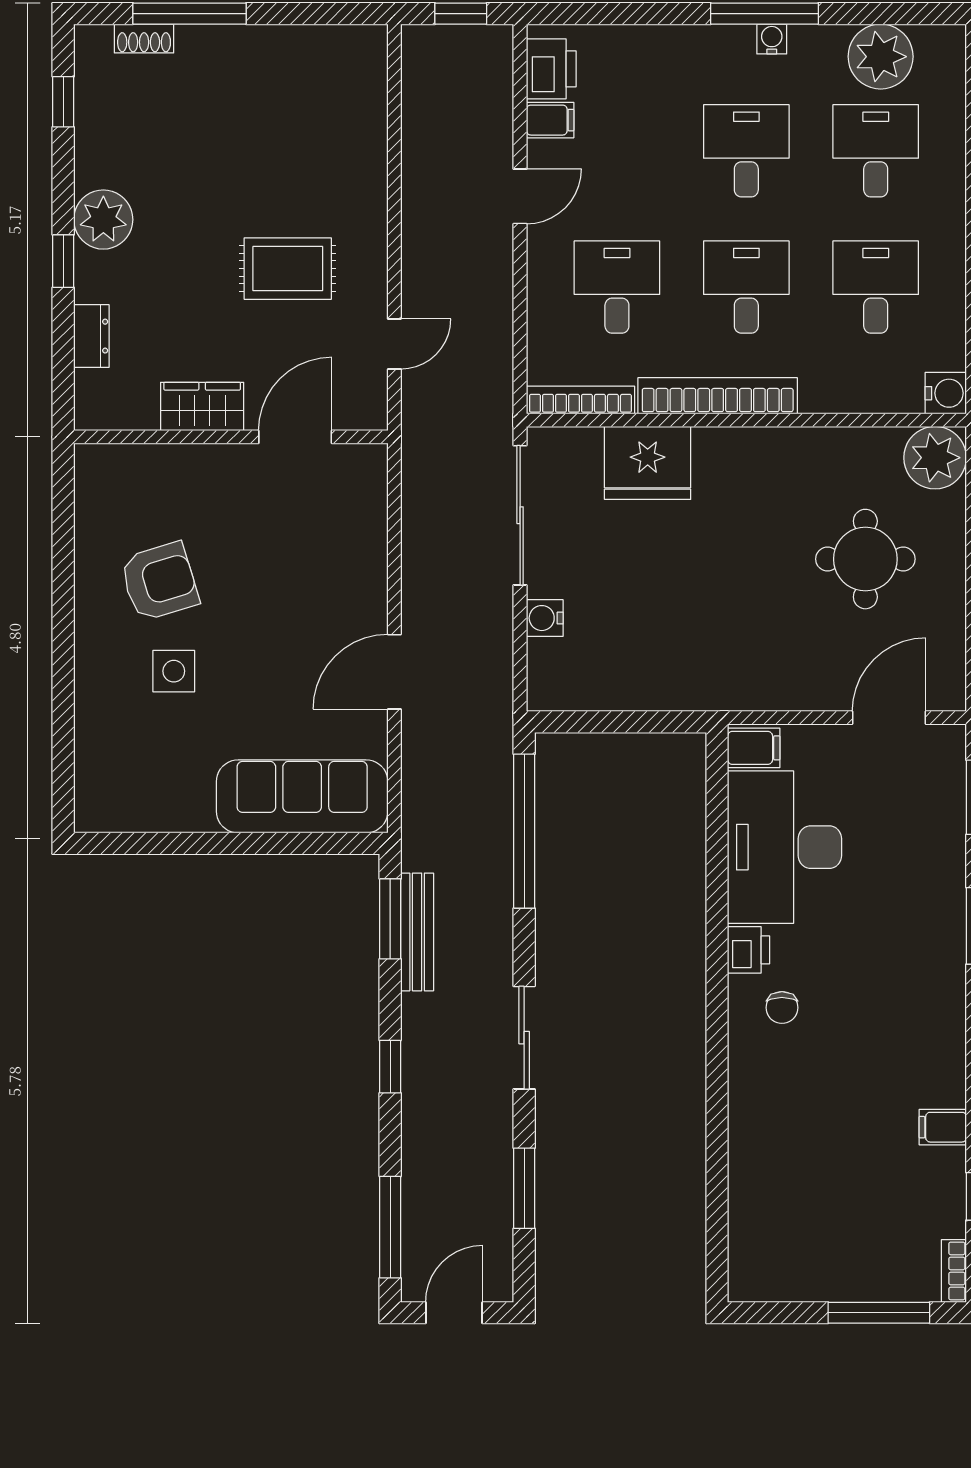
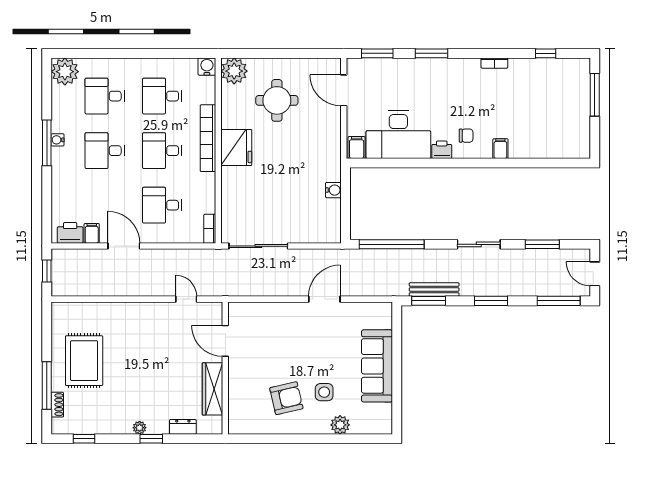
plant: (881, 57) -> (65, 72), moved
door: (520, 196) -> (124, 246), width x1.37
plant: (103, 220) -> (140, 428), width x0.53, depth x0.53
rug: (288, 269) -> (84, 361), moved, width x1.36, depth x1.43
bookcase: (718, 396) -> (208, 138), moved
bookcase: (580, 400) -> (210, 229), width x0.64
wardrobe: (202, 406) -> (213, 389), width x1.50
fridge: (648, 463) -> (236, 147), moved
armchair: (159, 582) -> (286, 398), turned 94
water cooler: (545, 618) -> (333, 190), moved, turned -90
door: (394, 672) -> (324, 299), swing flipped
plant: (96, 709) -> (340, 425), added
sofa: (302, 796) -> (377, 366), moved
window: (390, 1067) -> (491, 301), width x1.50
filing cabinet: (943, 1127) -> (500, 149), moved, turned 180
bookcase: (954, 1271) -> (494, 63), moved

